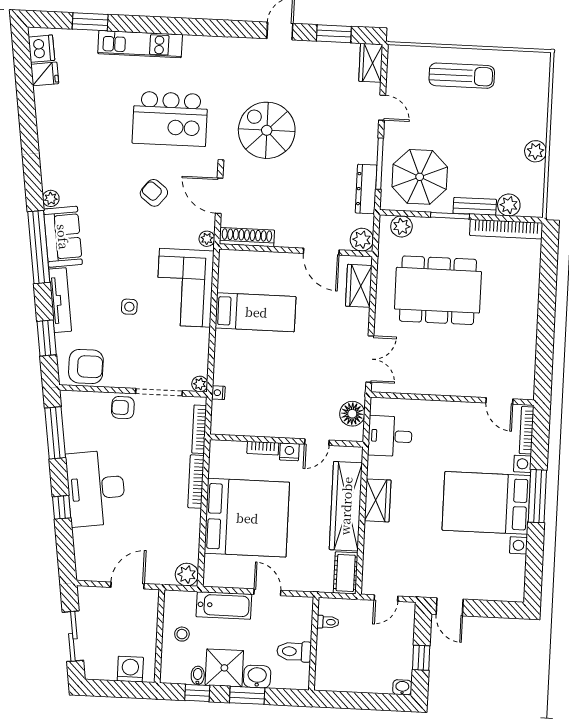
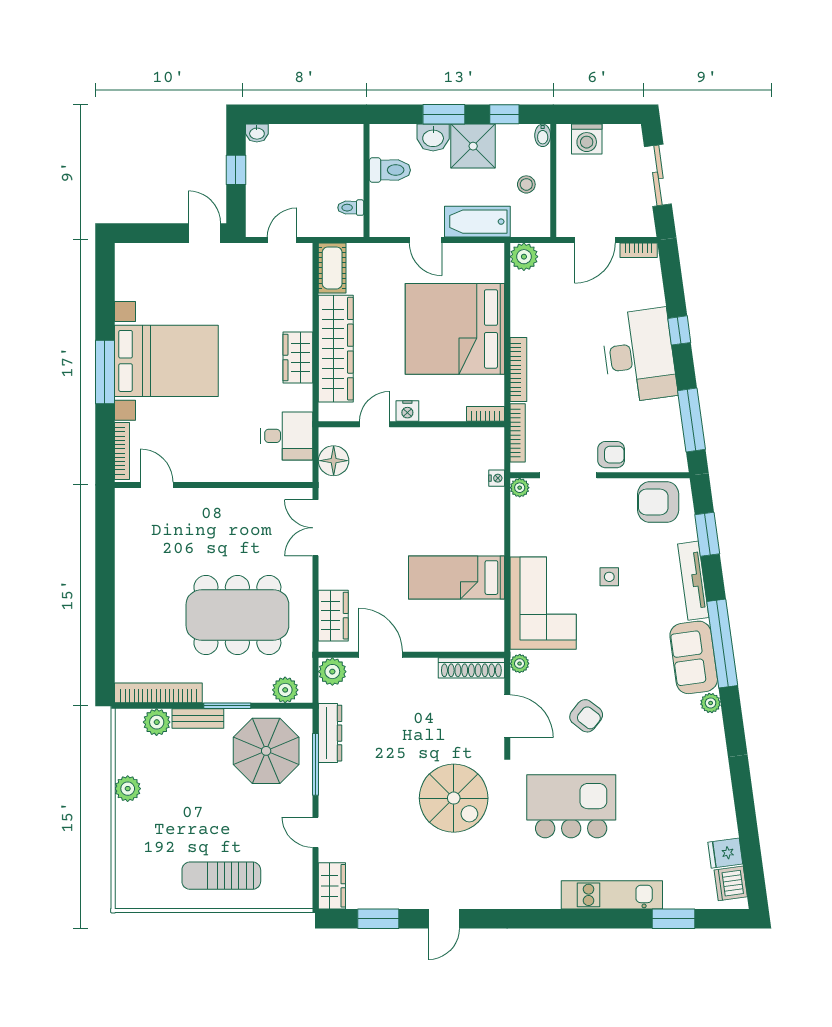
bookcase: (263, 448) -> (485, 414), moved
bookcase: (92, 575) -> (639, 250), added
bidet: (198, 675) -> (543, 135), moved

